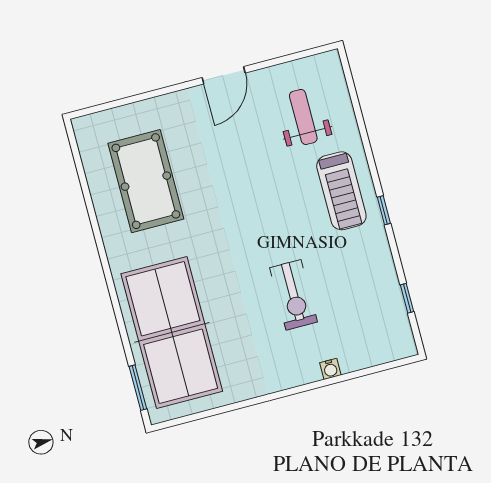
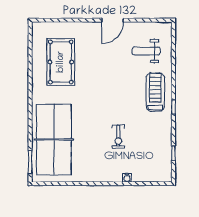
weight bench: (303, 117) -> (146, 51), turned -90
treadmill: (341, 191) -> (155, 92), turned 180
exercise bike: (294, 295) -> (118, 137), width x0.73, depth x0.72

